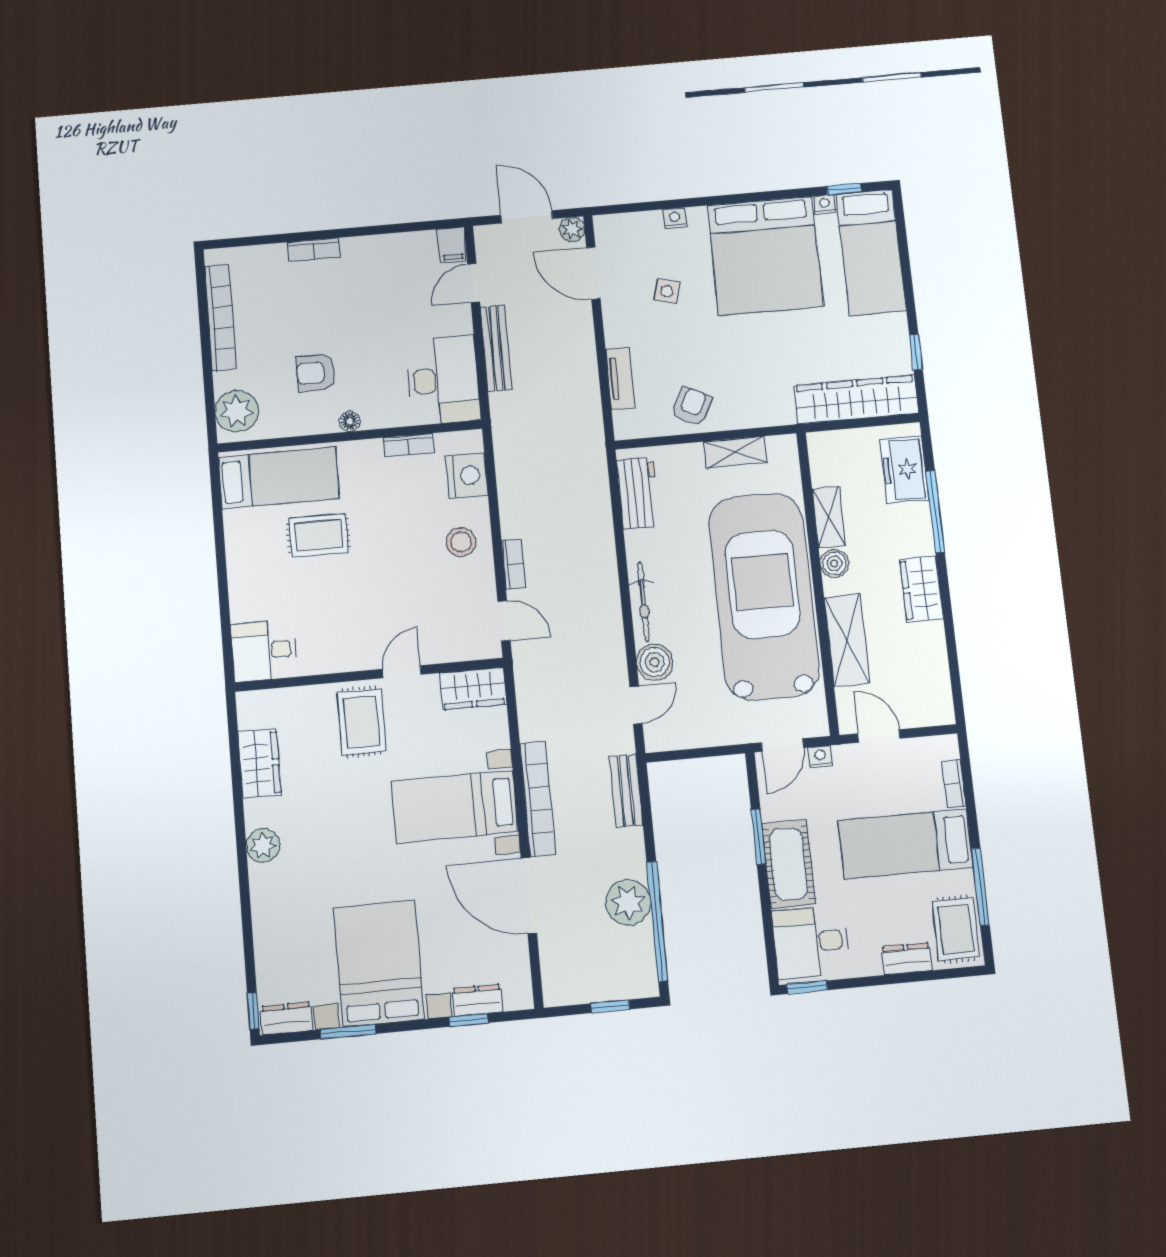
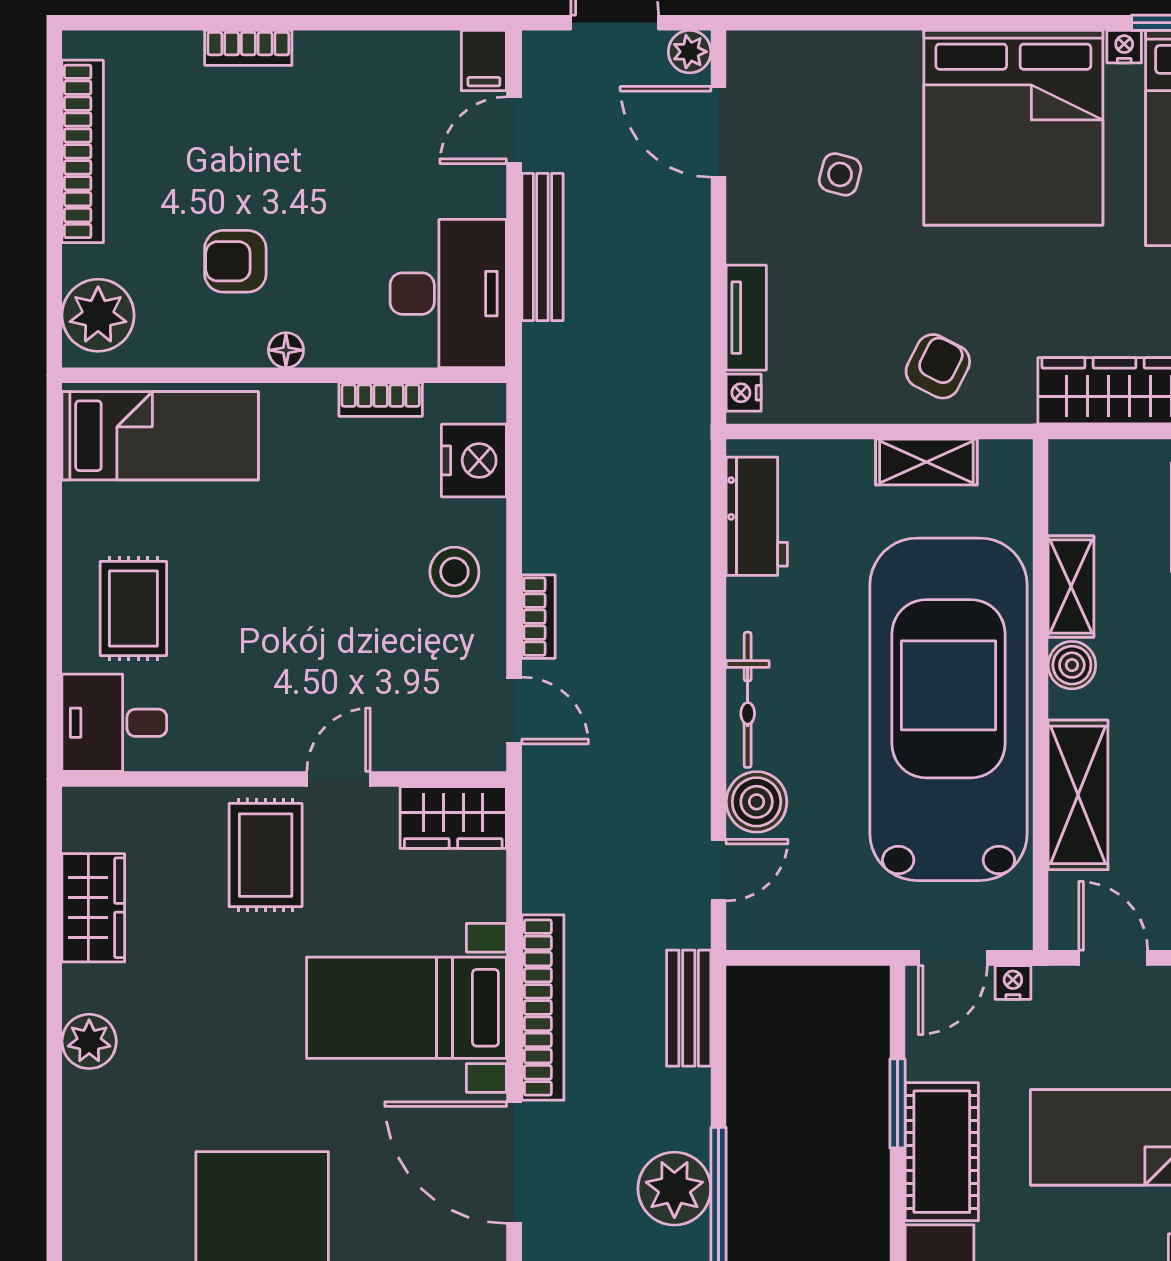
nightstand: (674, 218) -> (744, 393), moved, turned -90
armchair: (692, 406) -> (938, 366), moved
rug: (318, 535) -> (133, 608), moved, turned 90

